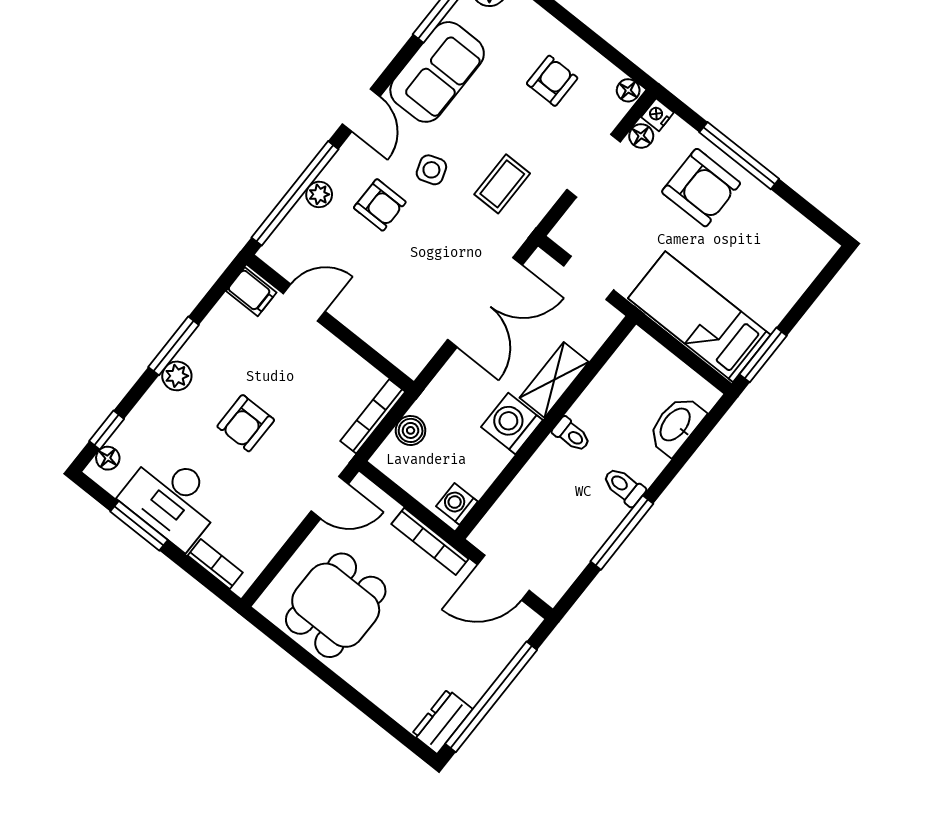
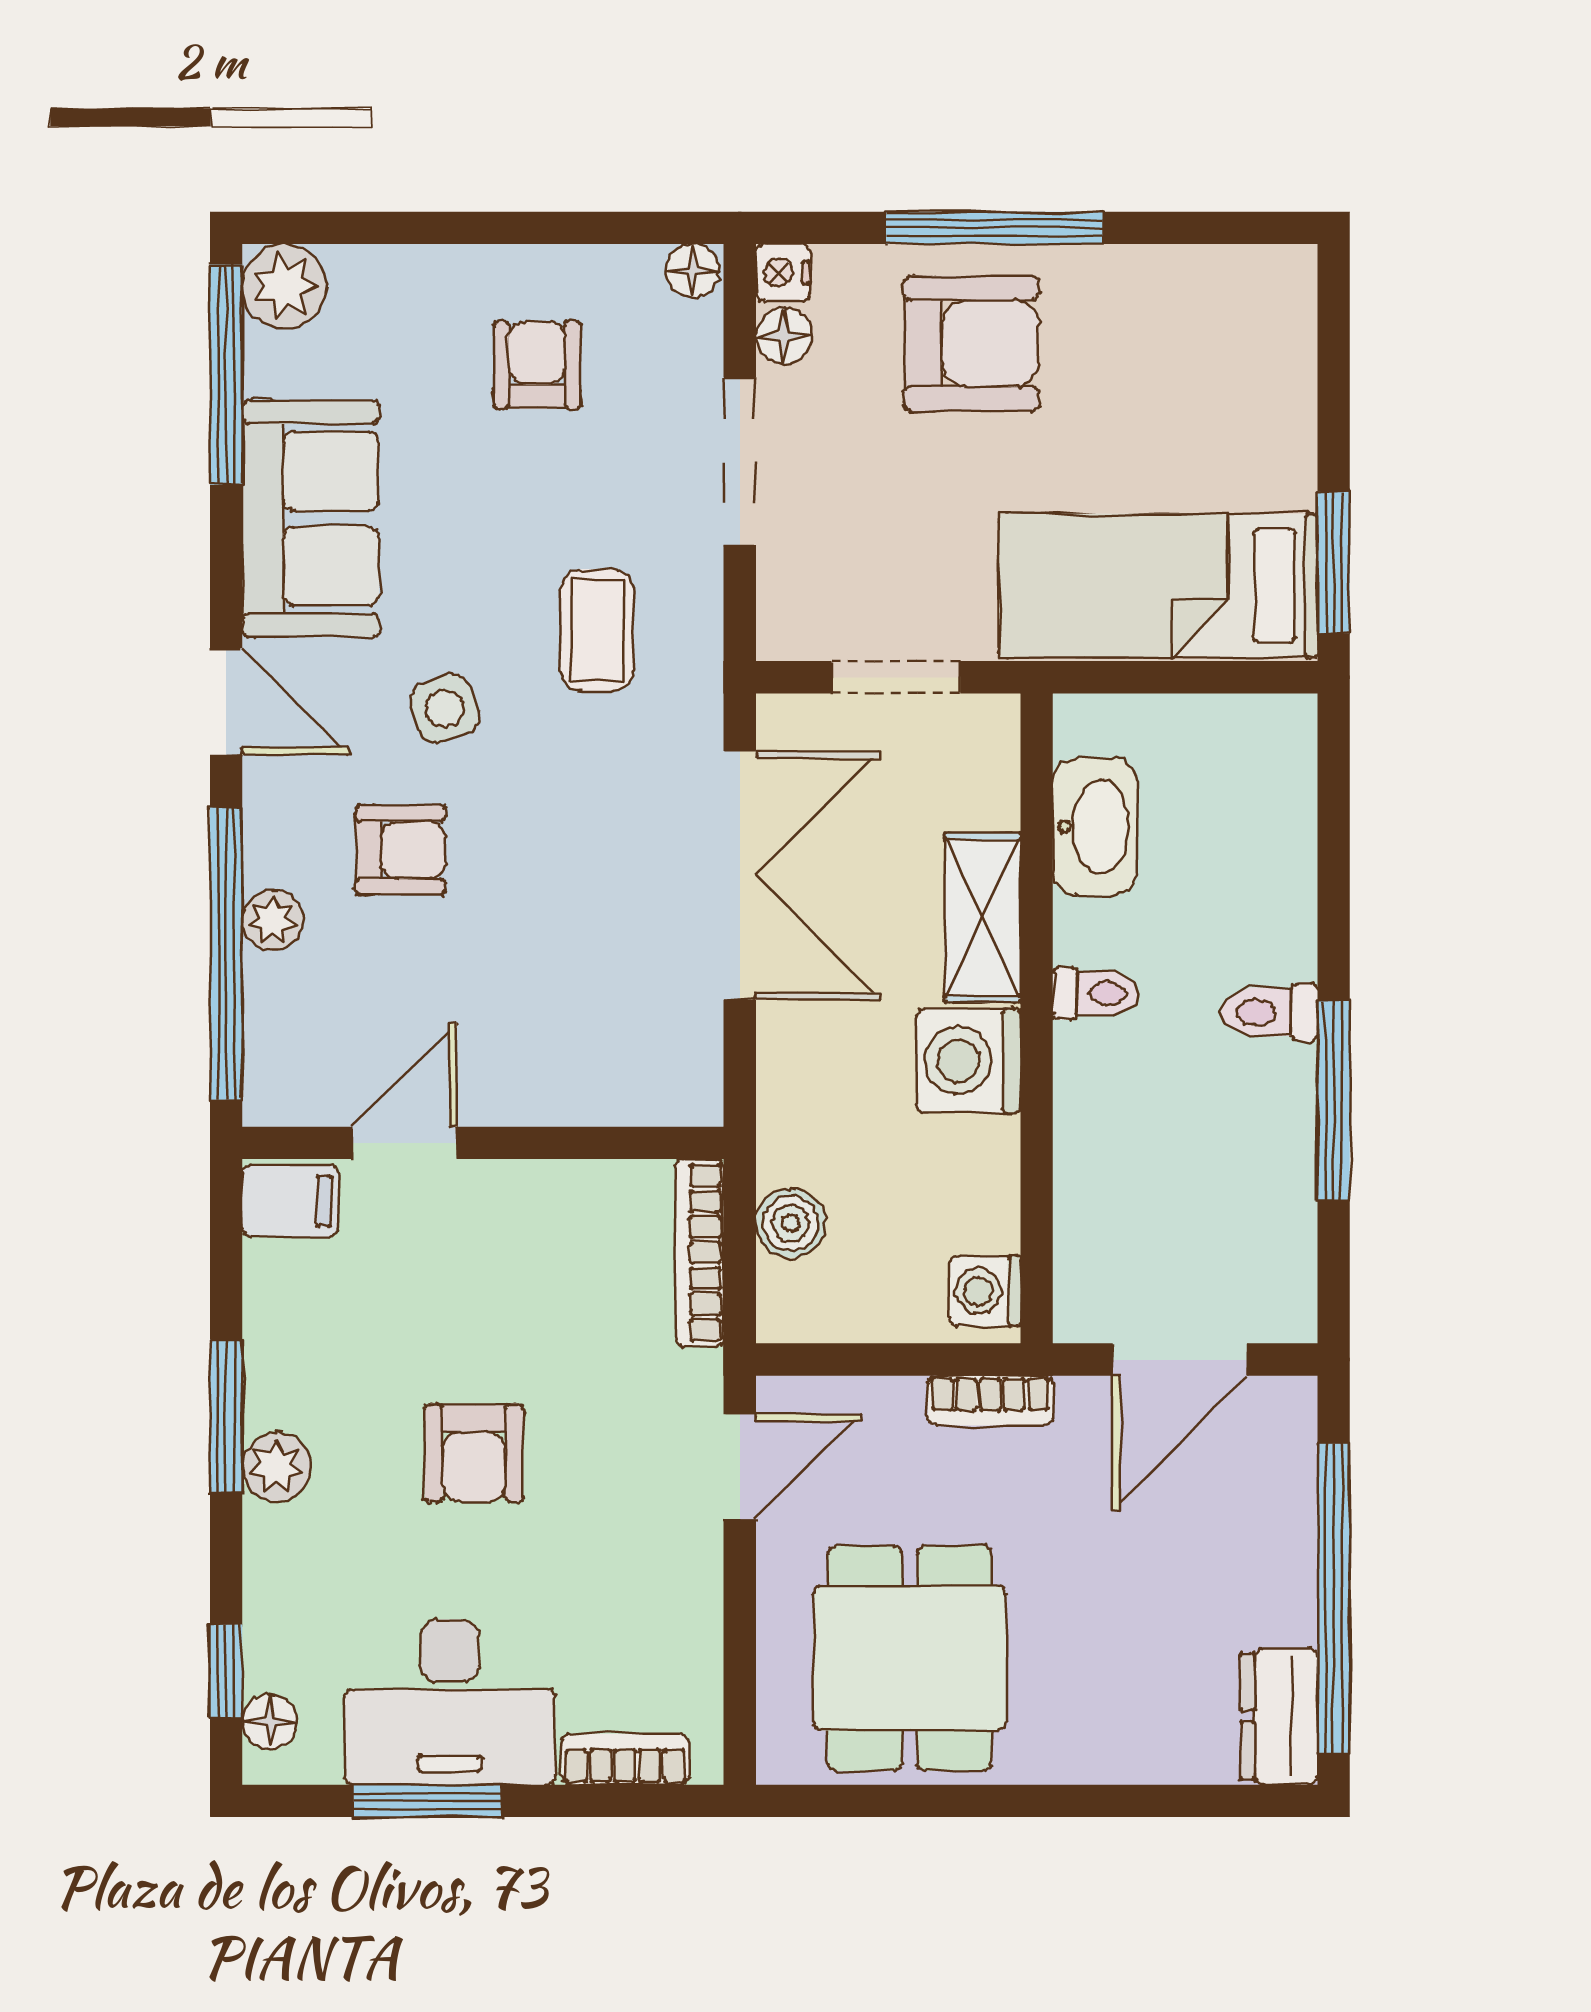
washbasin: (676, 425) -> (1095, 827), moved, turned 180
bookcase: (430, 541) -> (990, 1401), width x0.64

